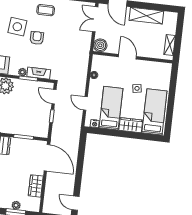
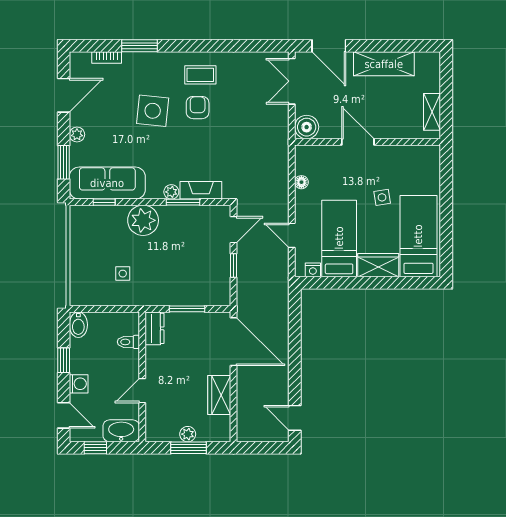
armchair: (37, 38) -> (198, 108), moved
door: (54, 97) -> (234, 230), swing flipped

